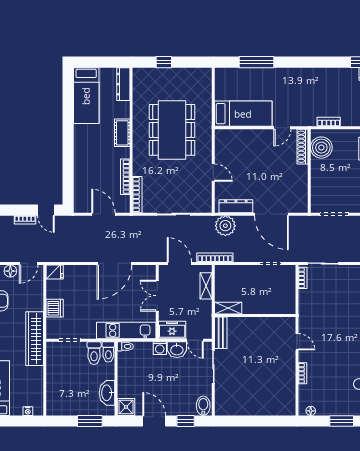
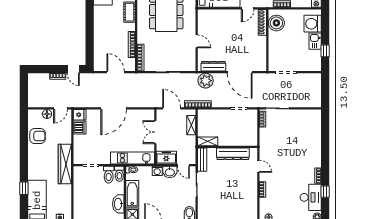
door: (114, 263) -> (114, 108), moved
dishwasher: (55, 308) -> (80, 127), moved
dresser: (262, 325) -> (233, 154), added
bathtub: (126, 379) -> (132, 194), added

